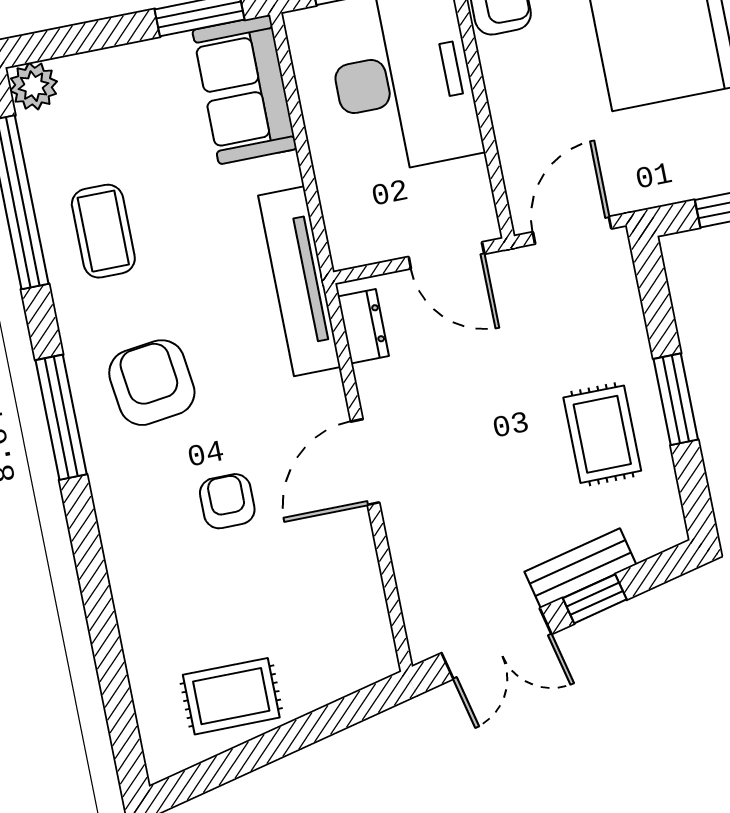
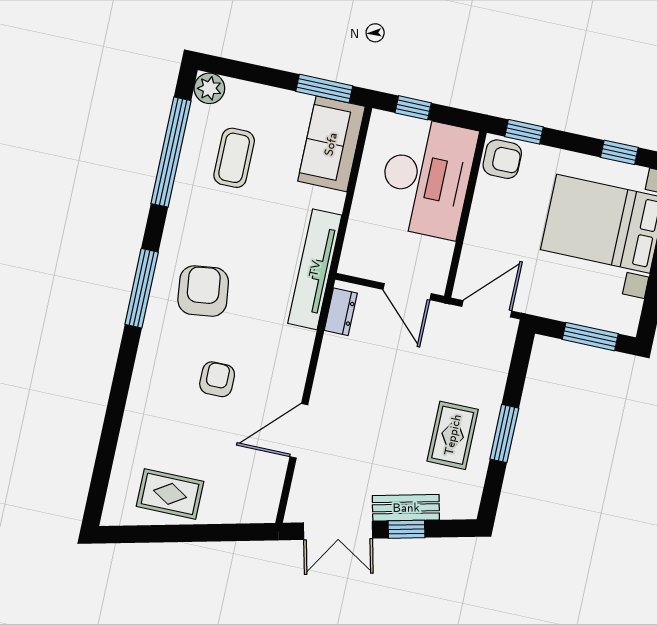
coffee table: (103, 231) -> (234, 158), moved
door: (365, 462) -> (299, 431), moved

